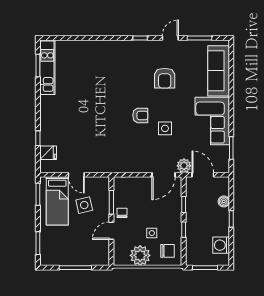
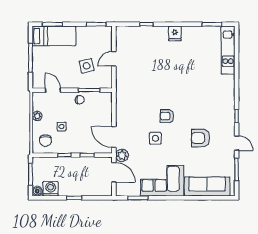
kitchen unit: (47, 68) -> (228, 50), moved, turned 90
armchair: (140, 115) -> (167, 116), turned 90
fridge: (48, 153) -> (175, 33), moved
door: (203, 175) -> (114, 172), hinge flipped
bed: (57, 201) -> (54, 36), moved, turned 180
boiler: (224, 201) -> (37, 191), moved
door: (111, 231) -> (53, 90), moved
plant: (140, 255) -> (37, 116), width x0.53, depth x0.53

